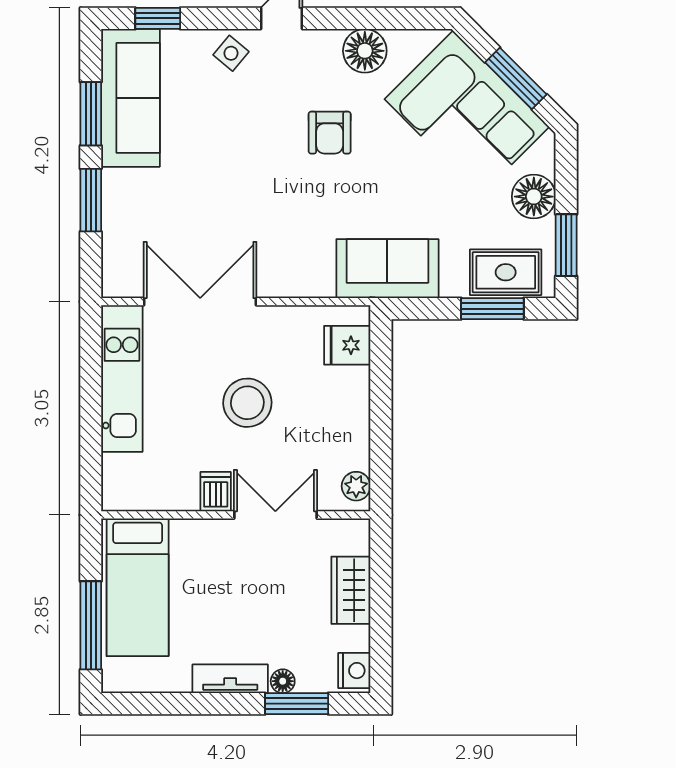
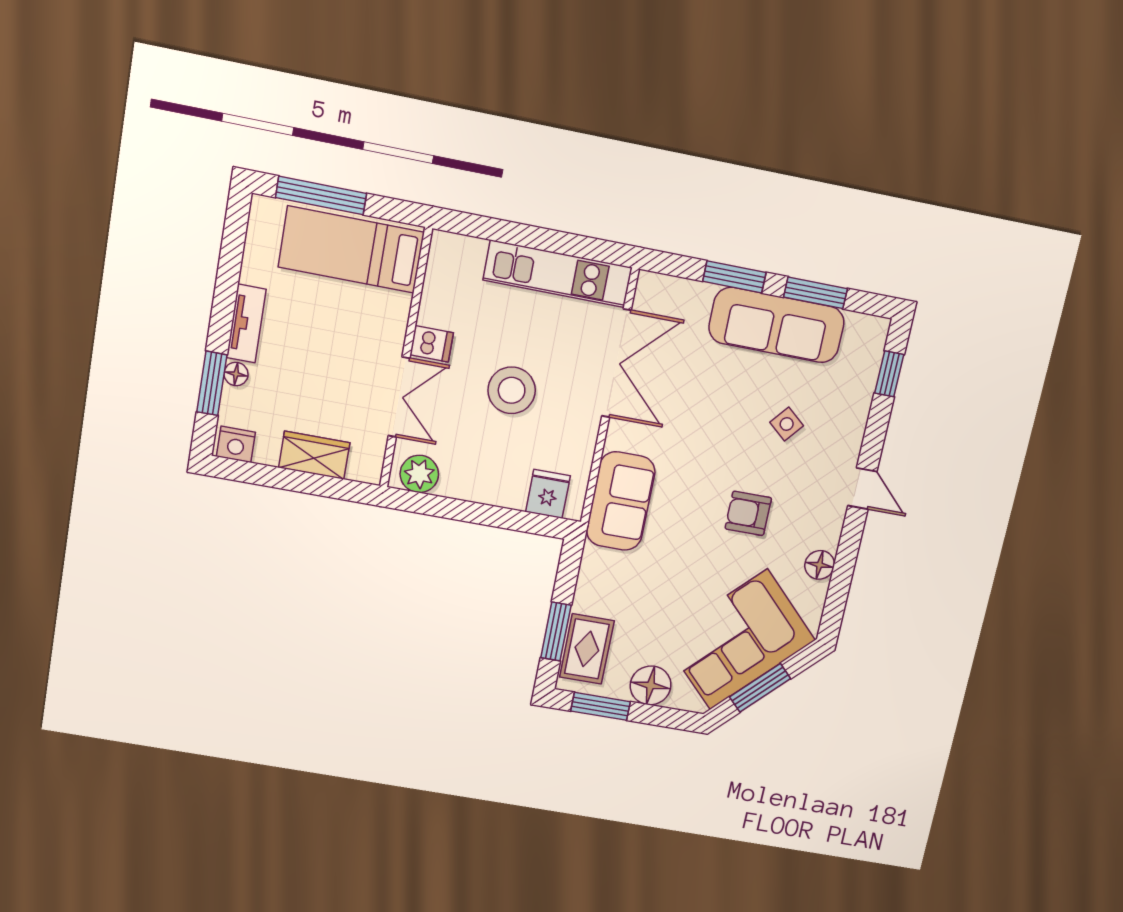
floor lamp: (365, 51) -> (820, 565), width x0.73, depth x0.73
side table: (231, 53) -> (787, 424), moved
sofa: (131, 98) -> (777, 325), moved
sofa: (387, 269) -> (621, 501), moved
plant: (356, 486) -> (419, 474), width x1.38, depth x1.38

